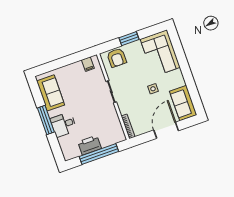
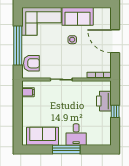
window: (129, 39) -> (18, 46), width x2.11
sofa: (183, 103) -> (78, 16), moved
printer: (90, 145) -> (104, 101), moved
window: (99, 154) -> (115, 111), width x0.32

